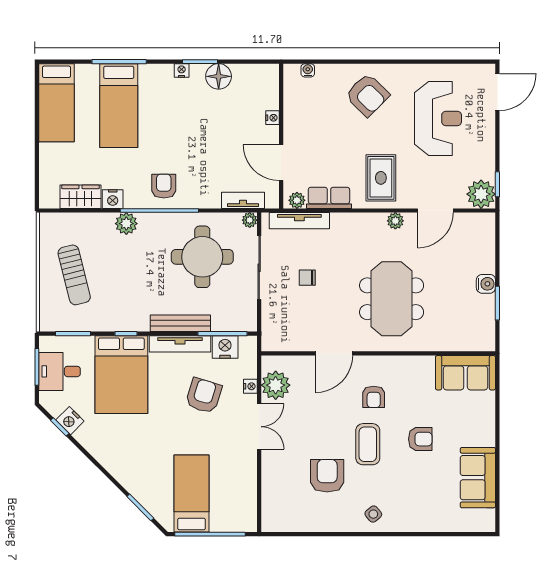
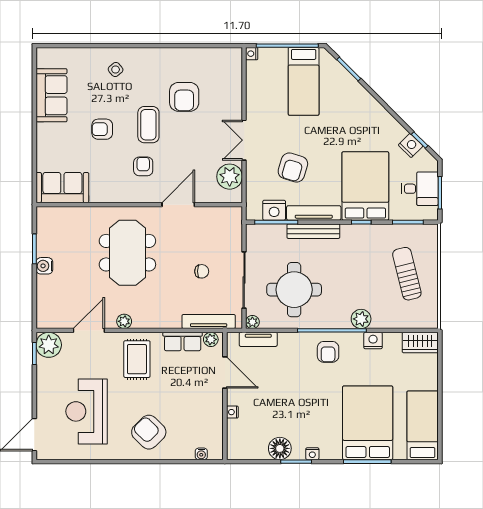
bed: (119, 106) -> (368, 423), width x1.50
wardrobe: (80, 197) -> (420, 343), moved
nightstand: (250, 386) -> (252, 54), moved
side table: (373, 514) -> (116, 70), moved

